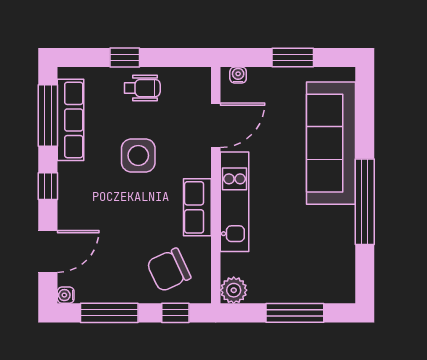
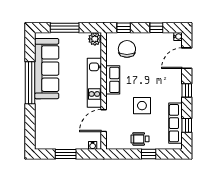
window: (48, 115) -> (187, 125), width x0.46
sofa: (331, 143) -> (47, 69), moved
chair: (169, 270) -> (127, 49), turned -65
window: (109, 313) -> (156, 28), width x0.46

